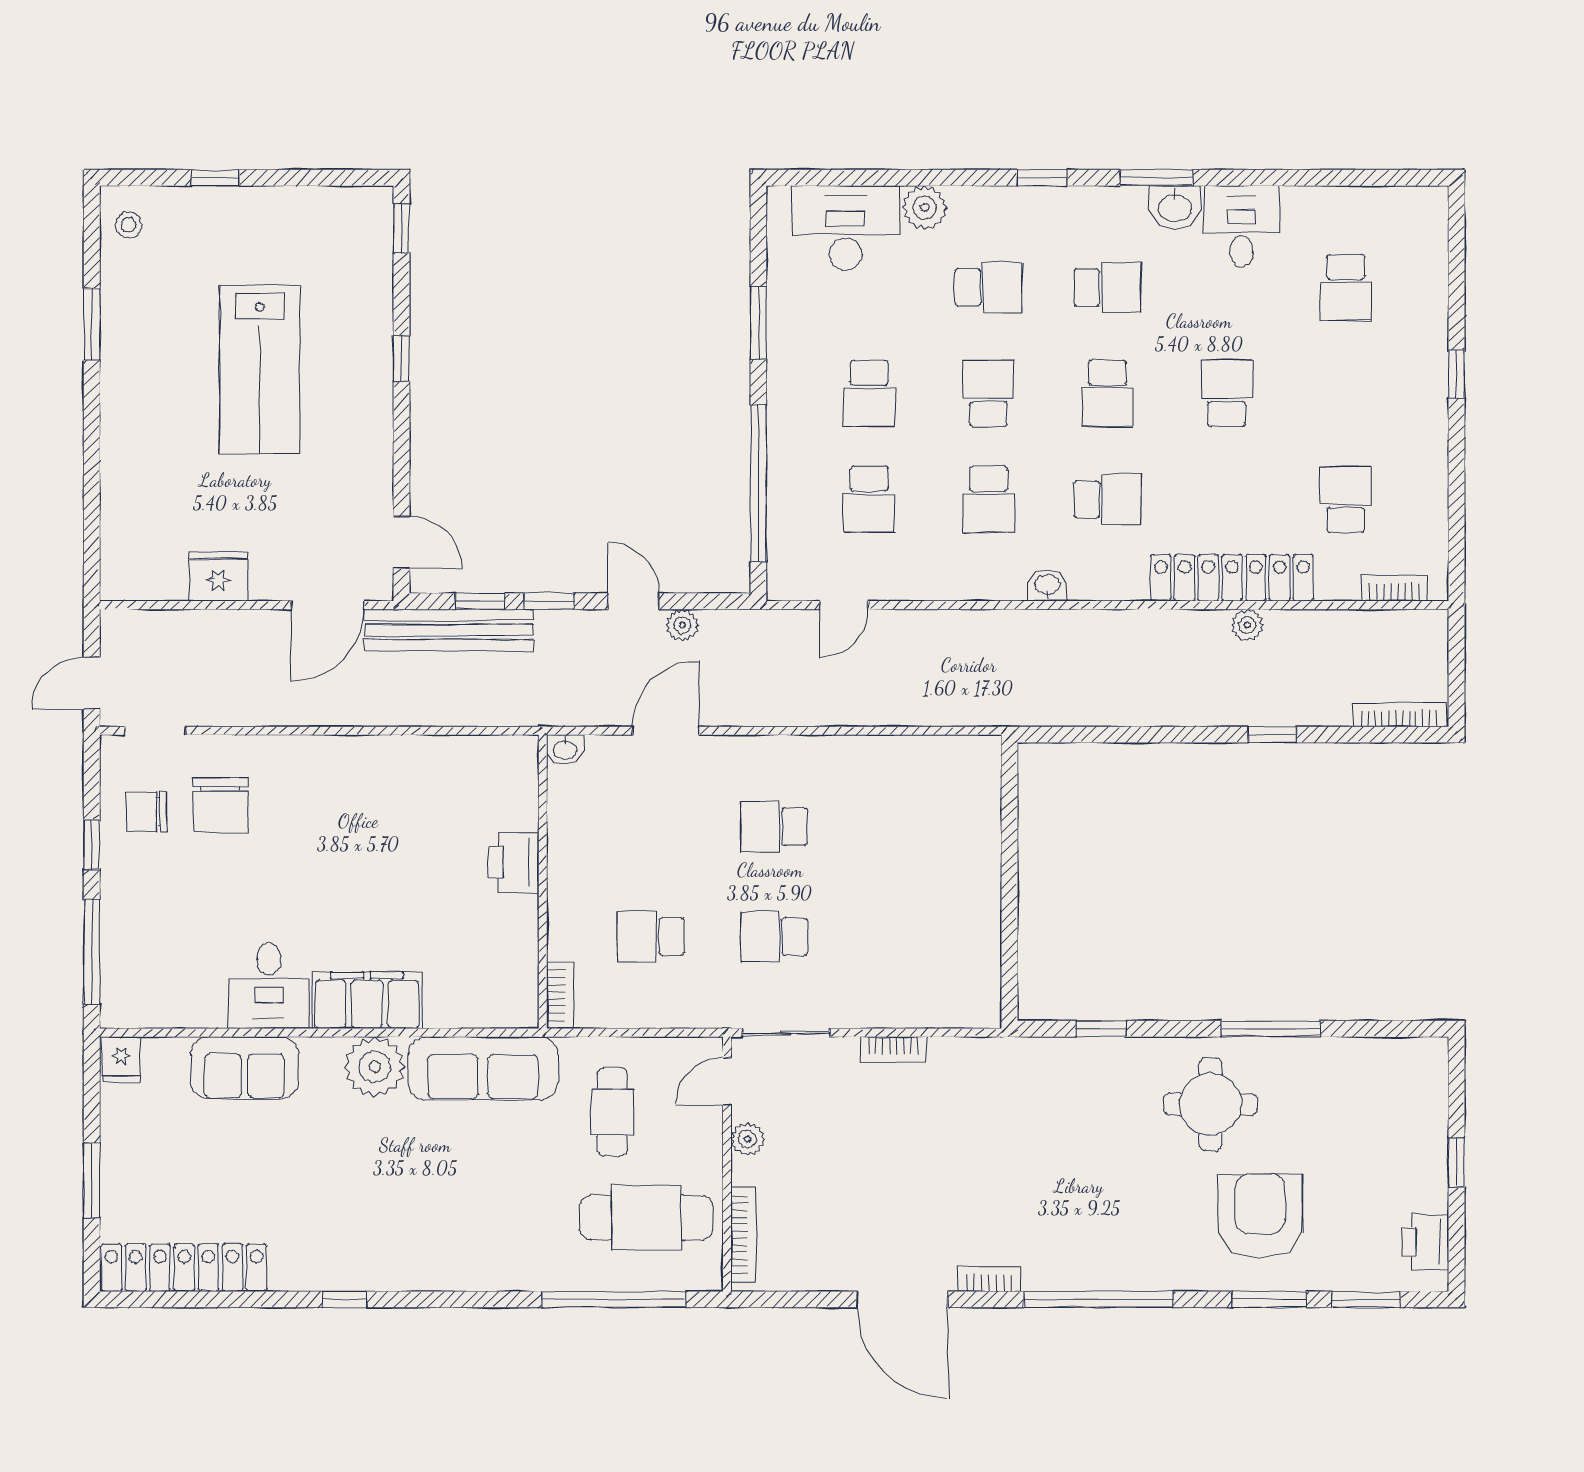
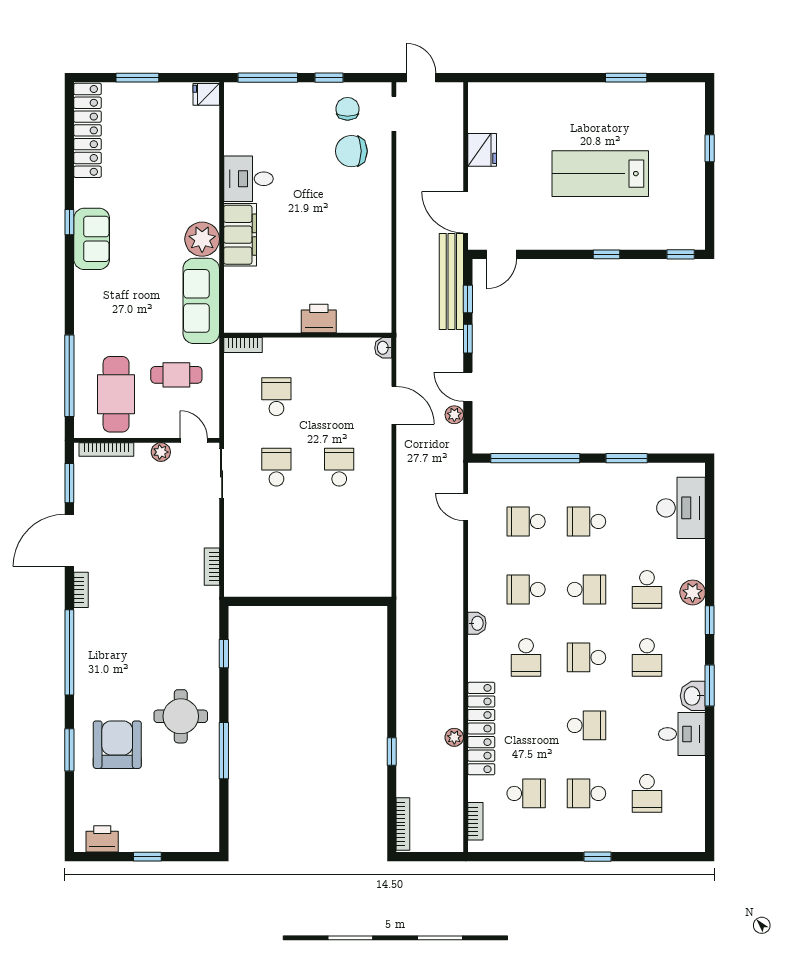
plant: (925, 208) -> (693, 592), moved
stool: (128, 225) -> (683, 99), removed
school desk: (1346, 287) -> (647, 793), turned -90
school desk: (1346, 393) -> (587, 793), added
door: (633, 601) -> (468, 387), swing flipped
bookcase: (893, 1050) -> (212, 567), moved
sofa: (245, 1068) -> (92, 239), moved, turned 180
armchair: (1260, 1216) -> (117, 745), turned -90
window: (1366, 1299) -> (69, 483), moved

